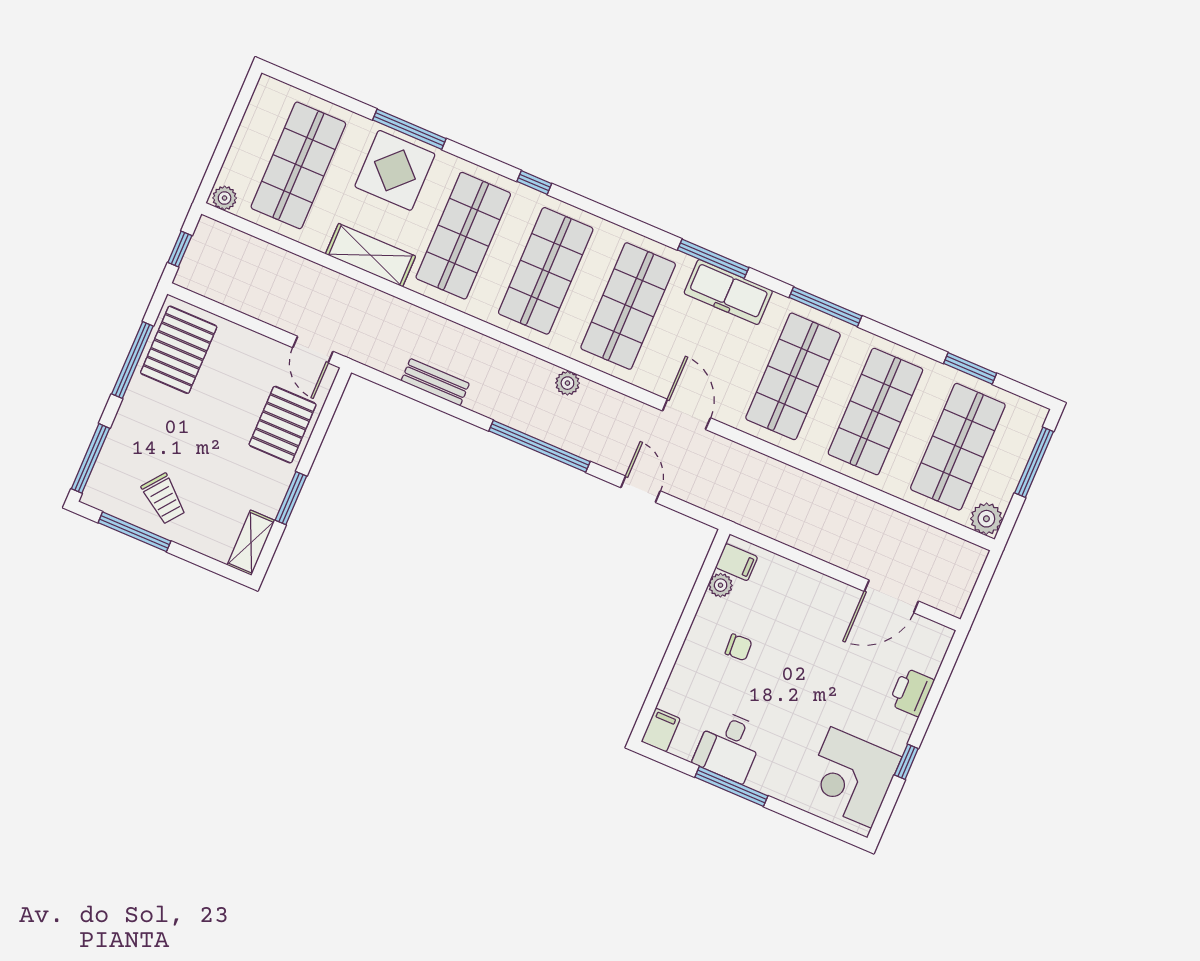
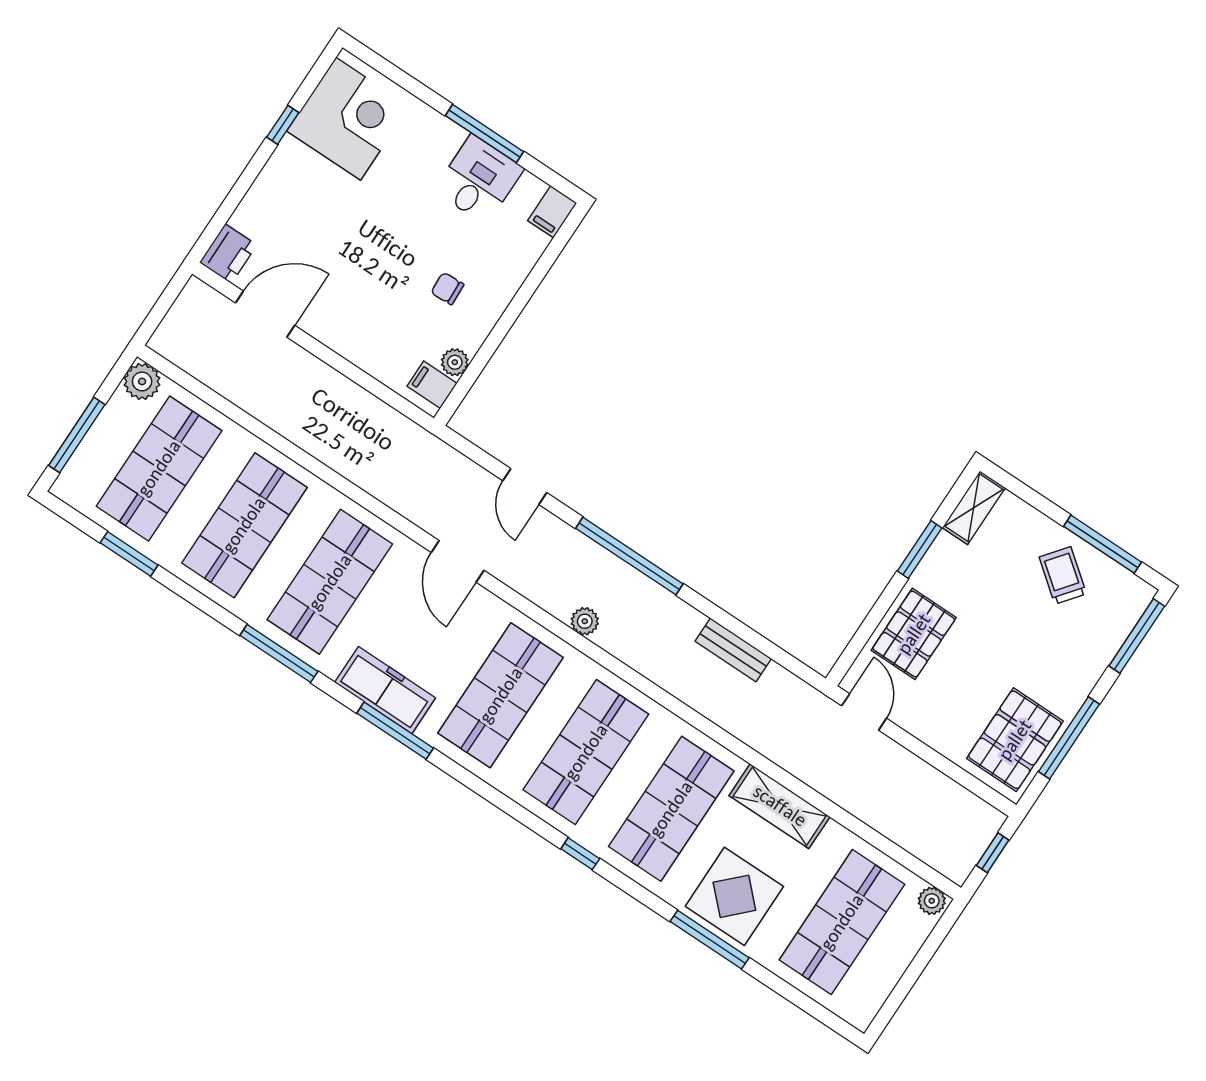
printer: (911, 692) -> (228, 254), moved

